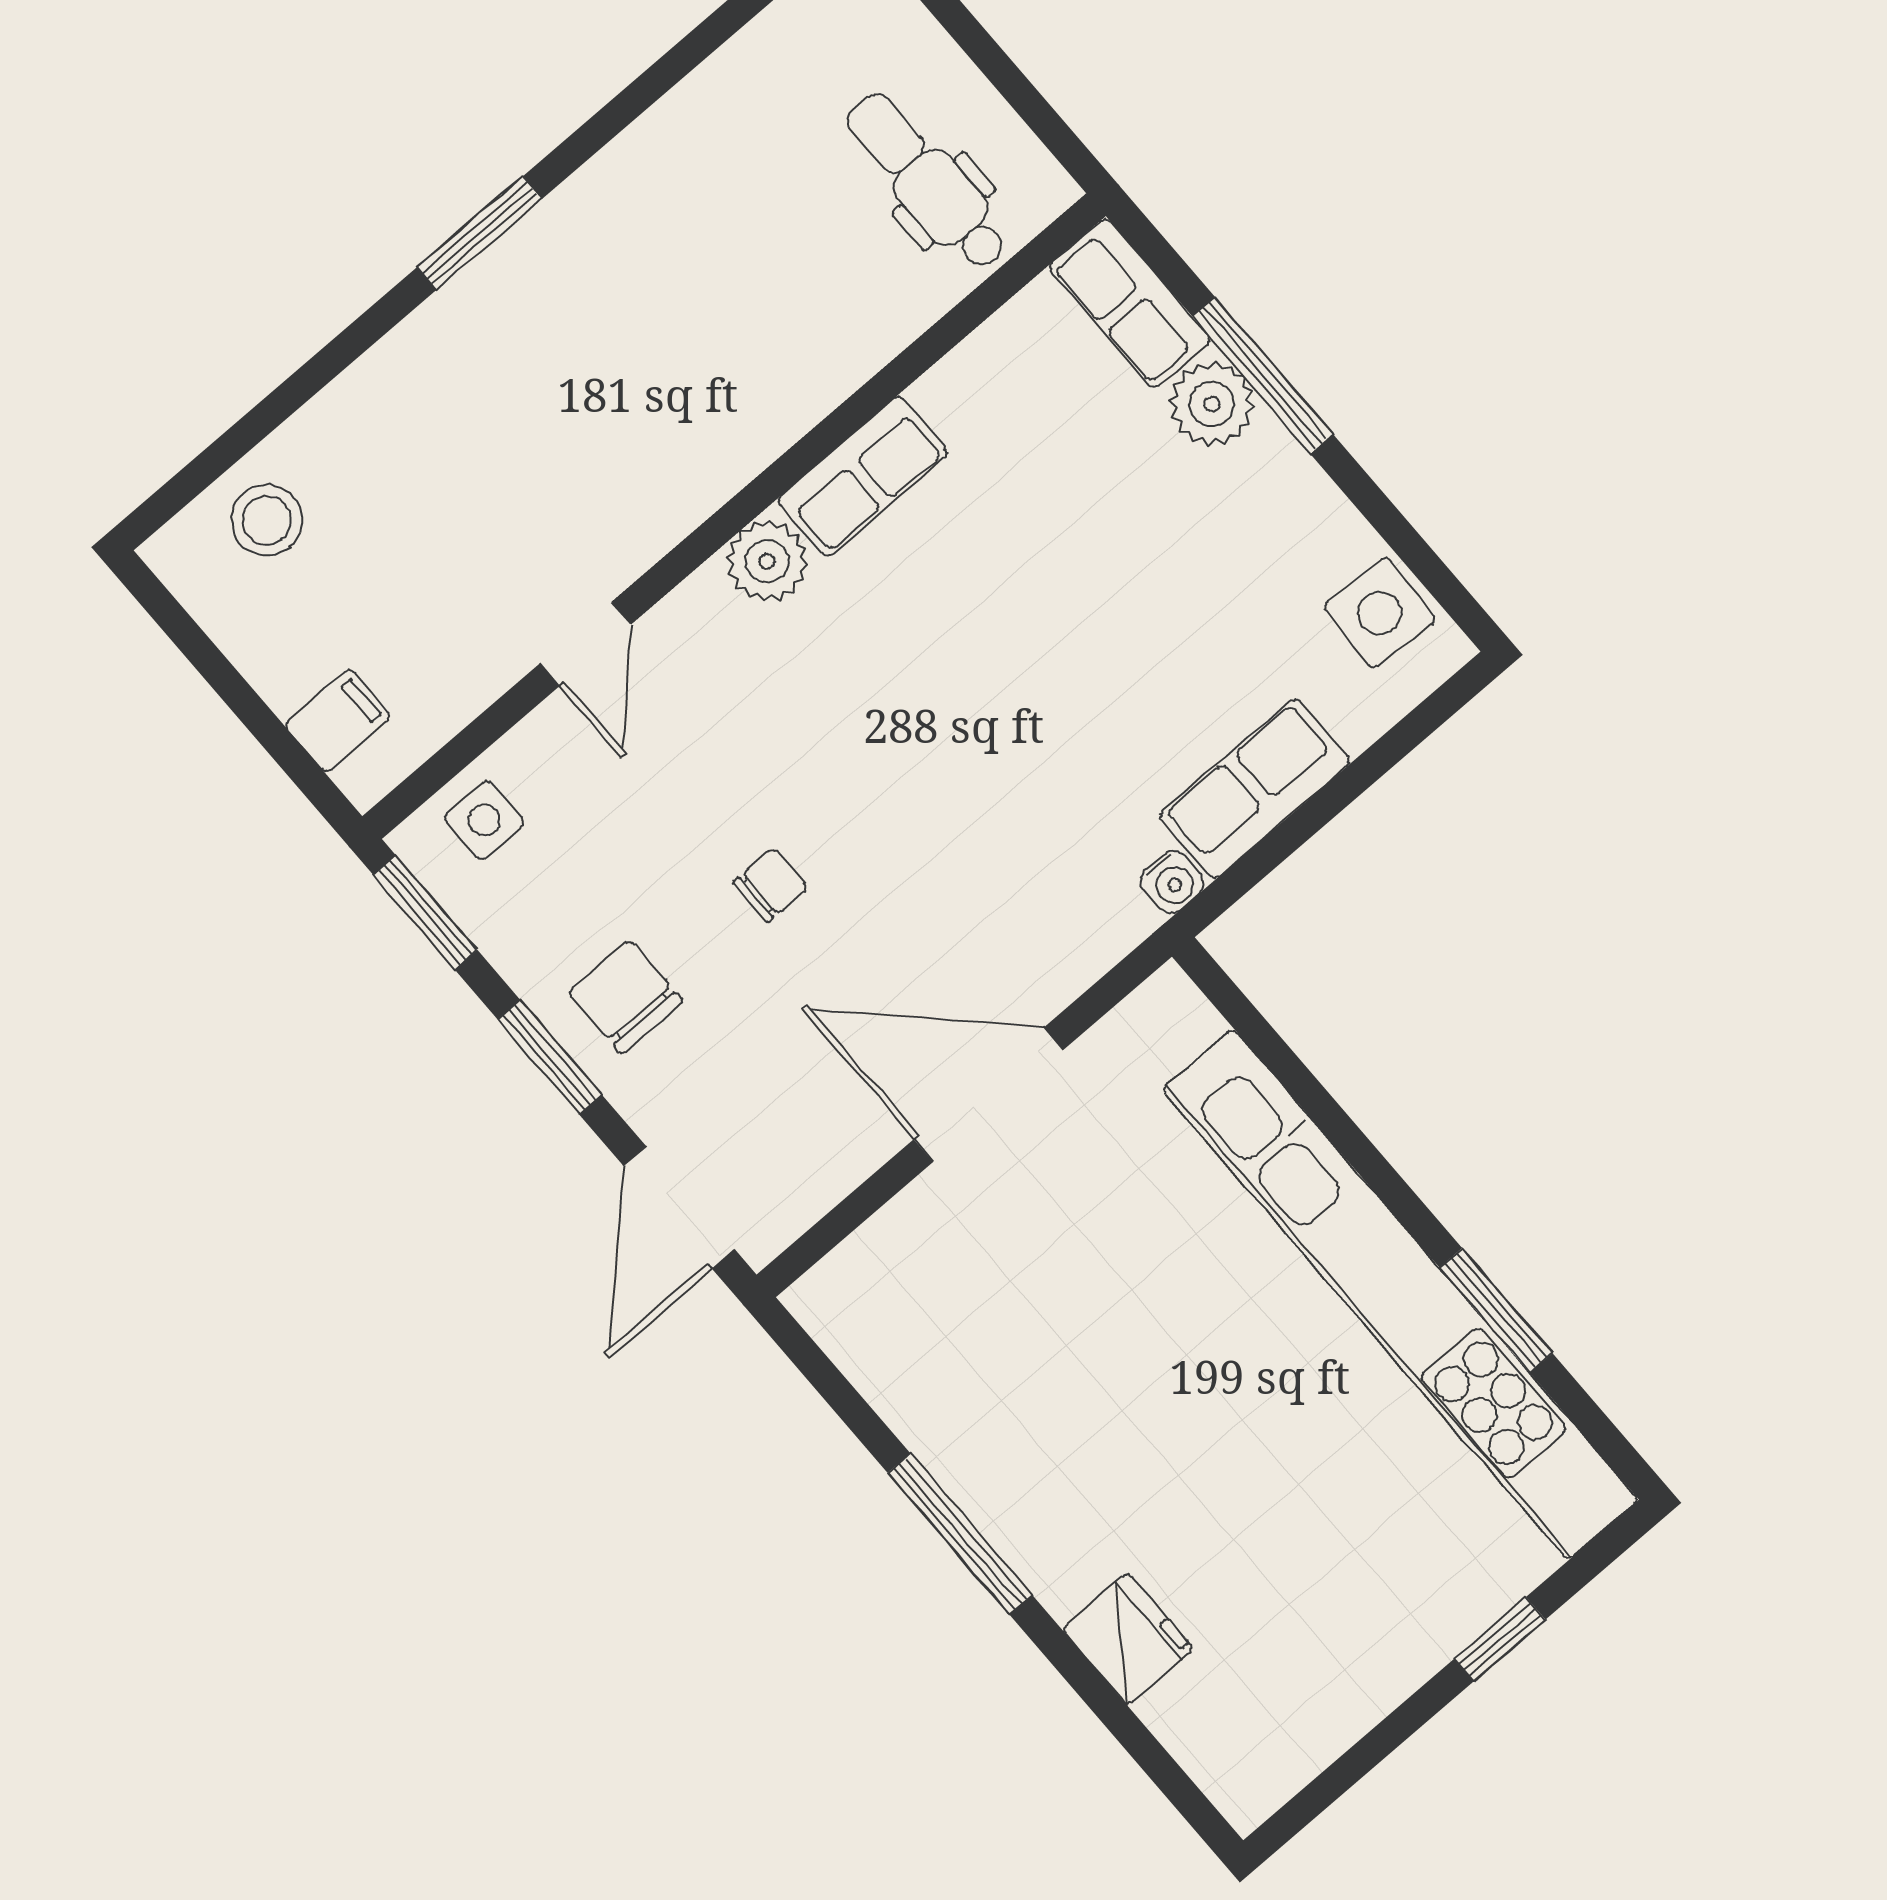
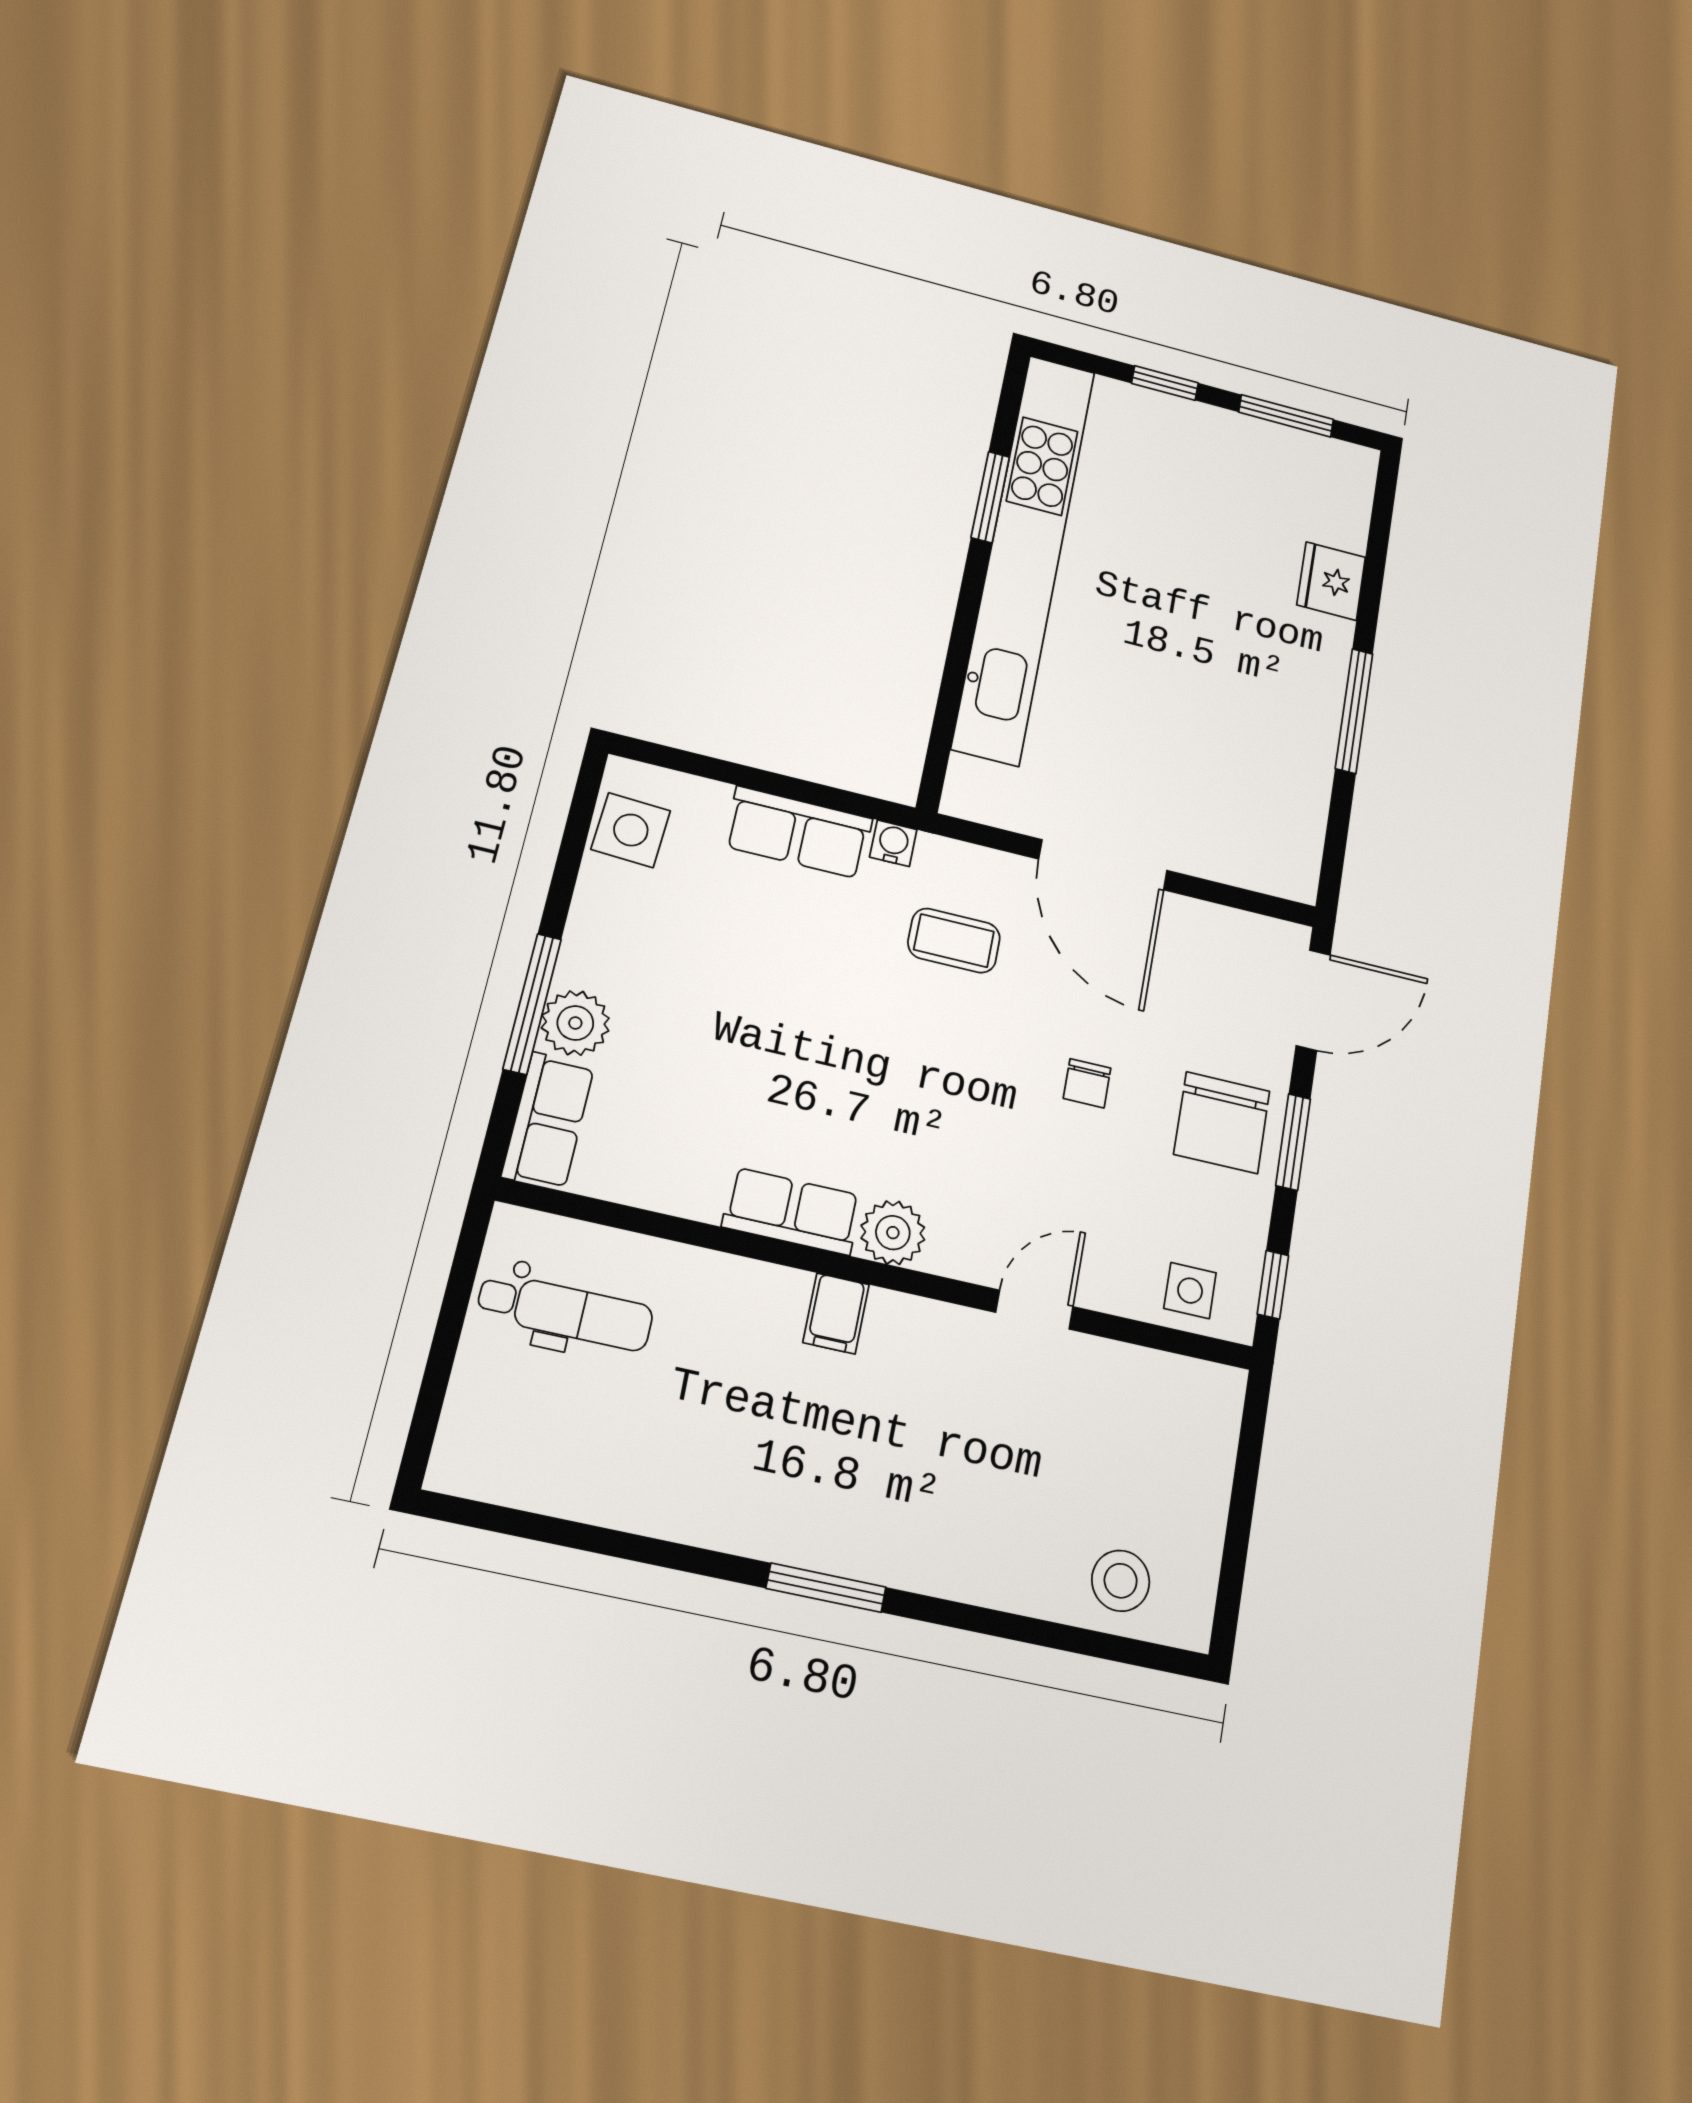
dental chair: (927, 182) -> (565, 1311), turned -90
filing cabinet: (338, 721) -> (836, 1313), moved, turned -90
coffee table: (1021, 864) -> (954, 941), added
chair: (770, 885) -> (1087, 1083), turned -90
window: (425, 912) -> (1273, 1285), width x0.67
chair: (626, 997) -> (1222, 1123), width x1.37, depth x1.37
window: (1363, 1757) -> (1286, 416), added

